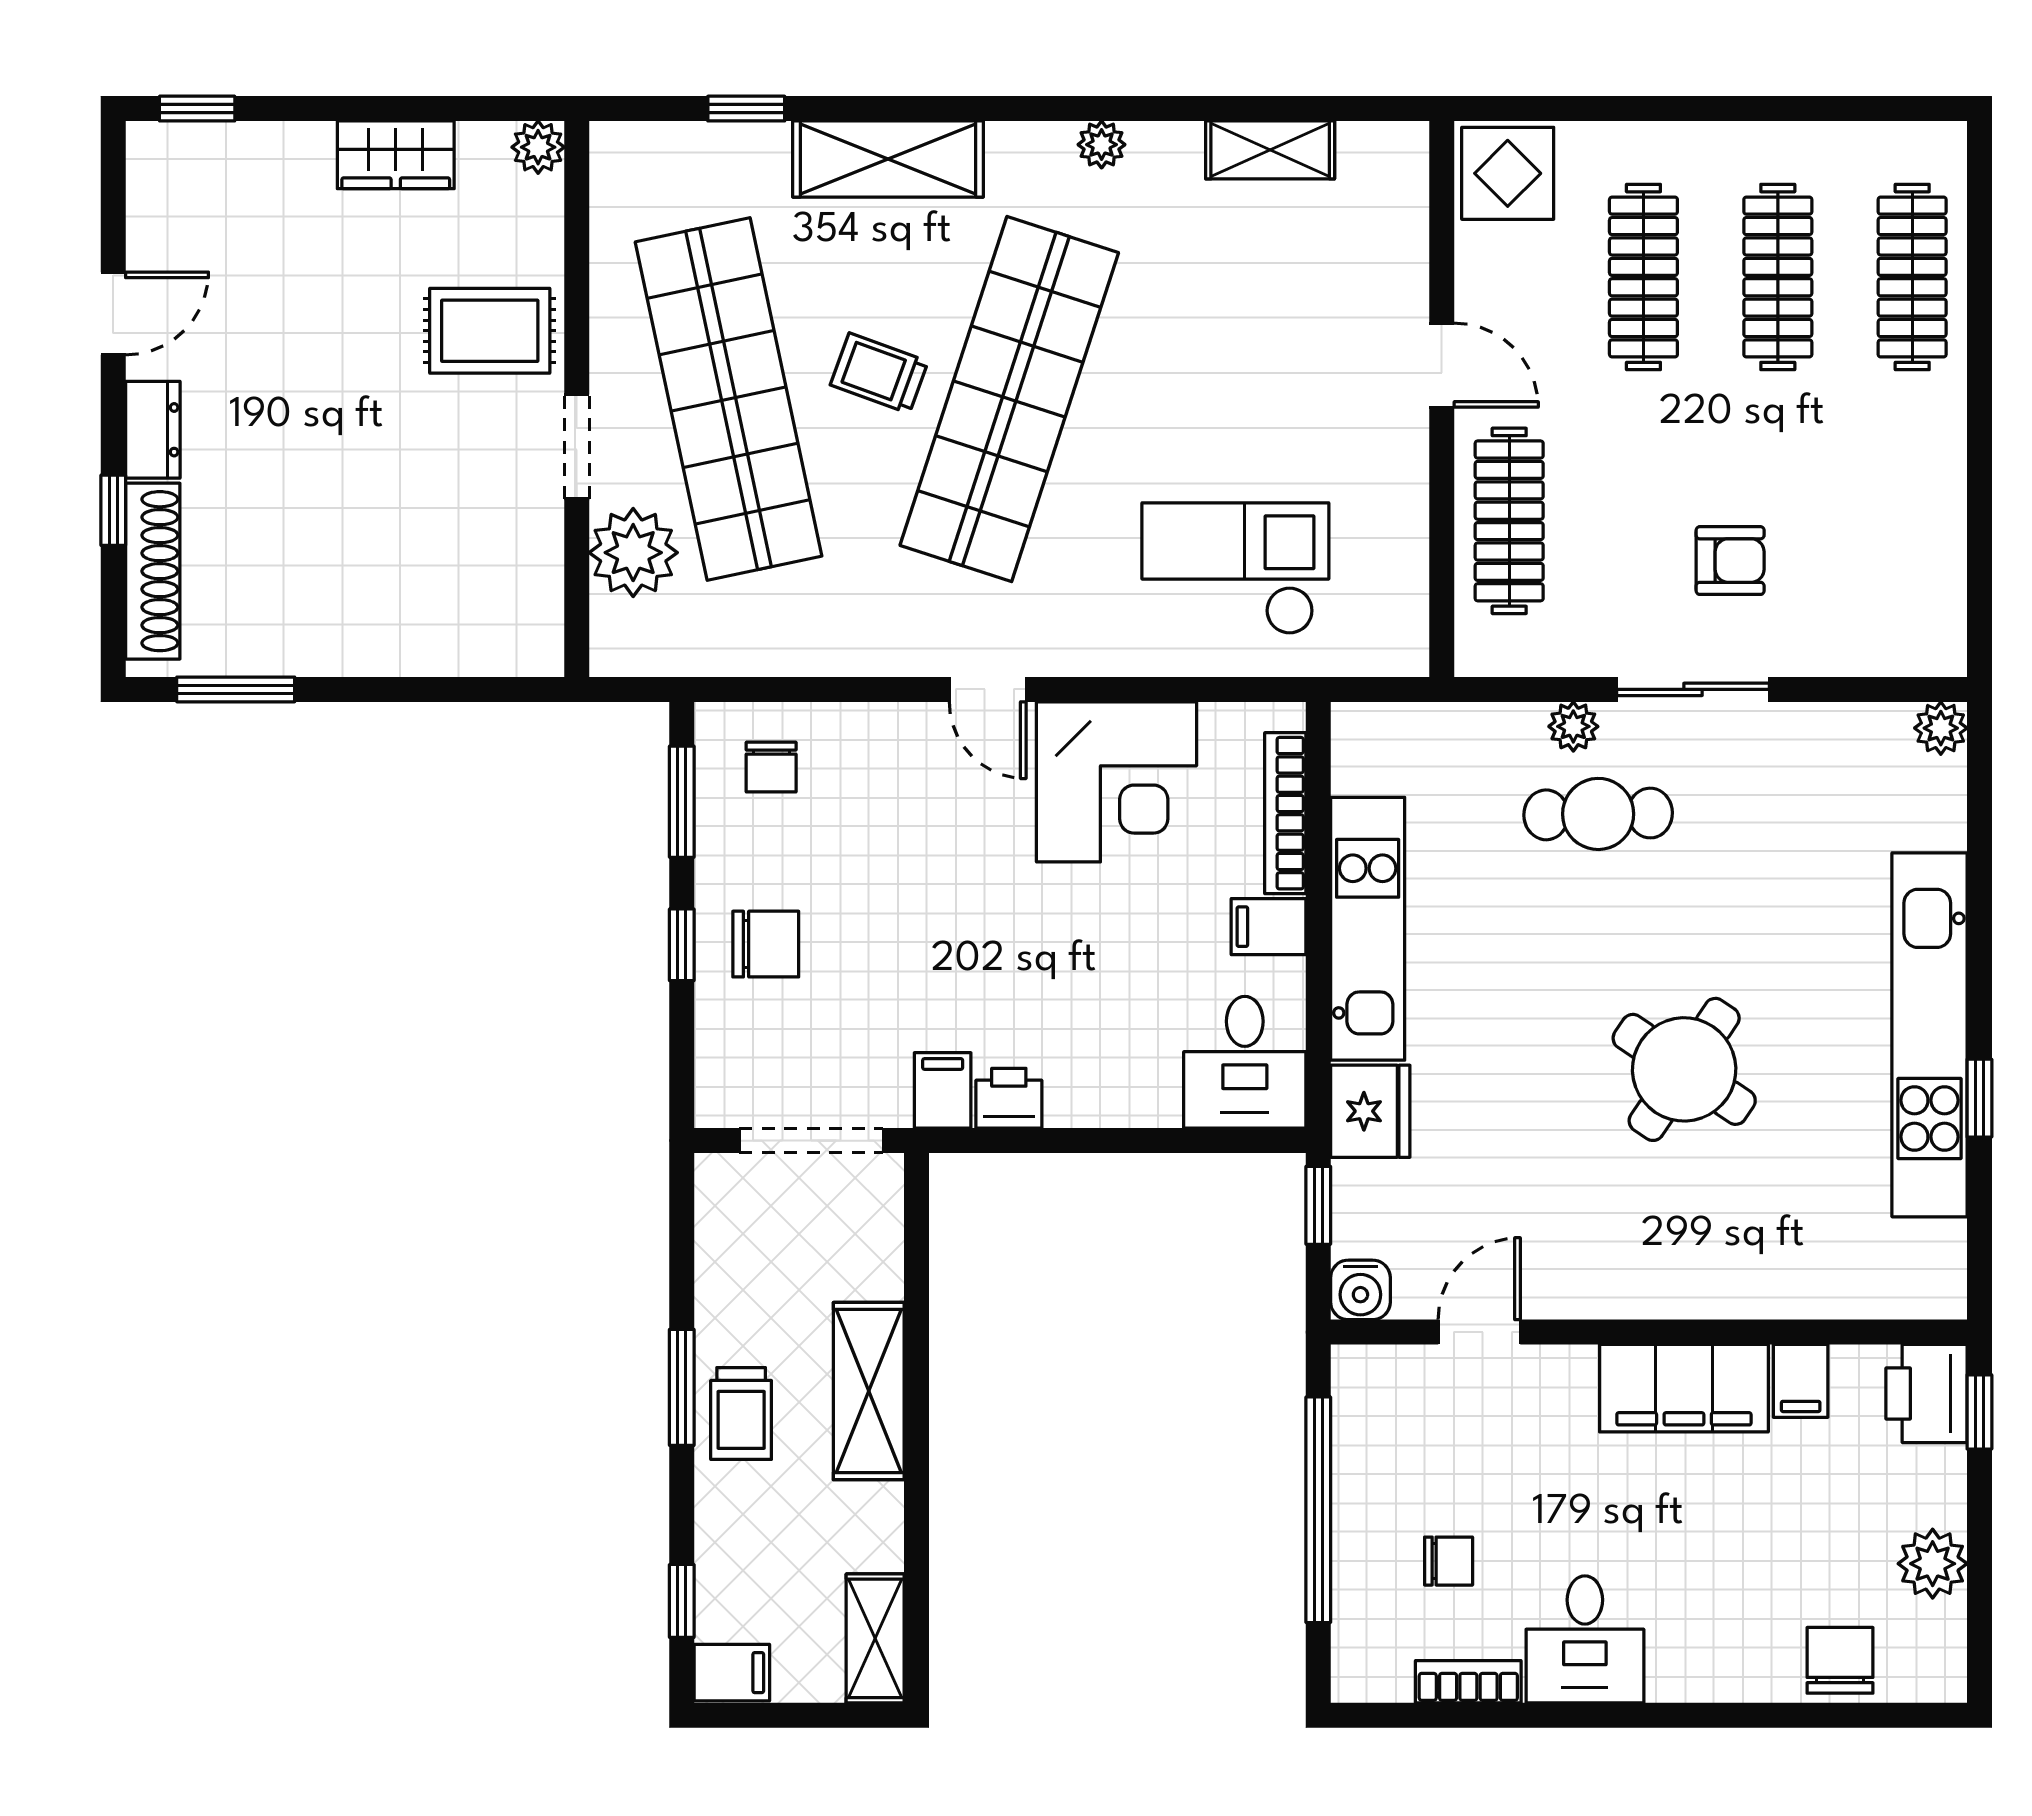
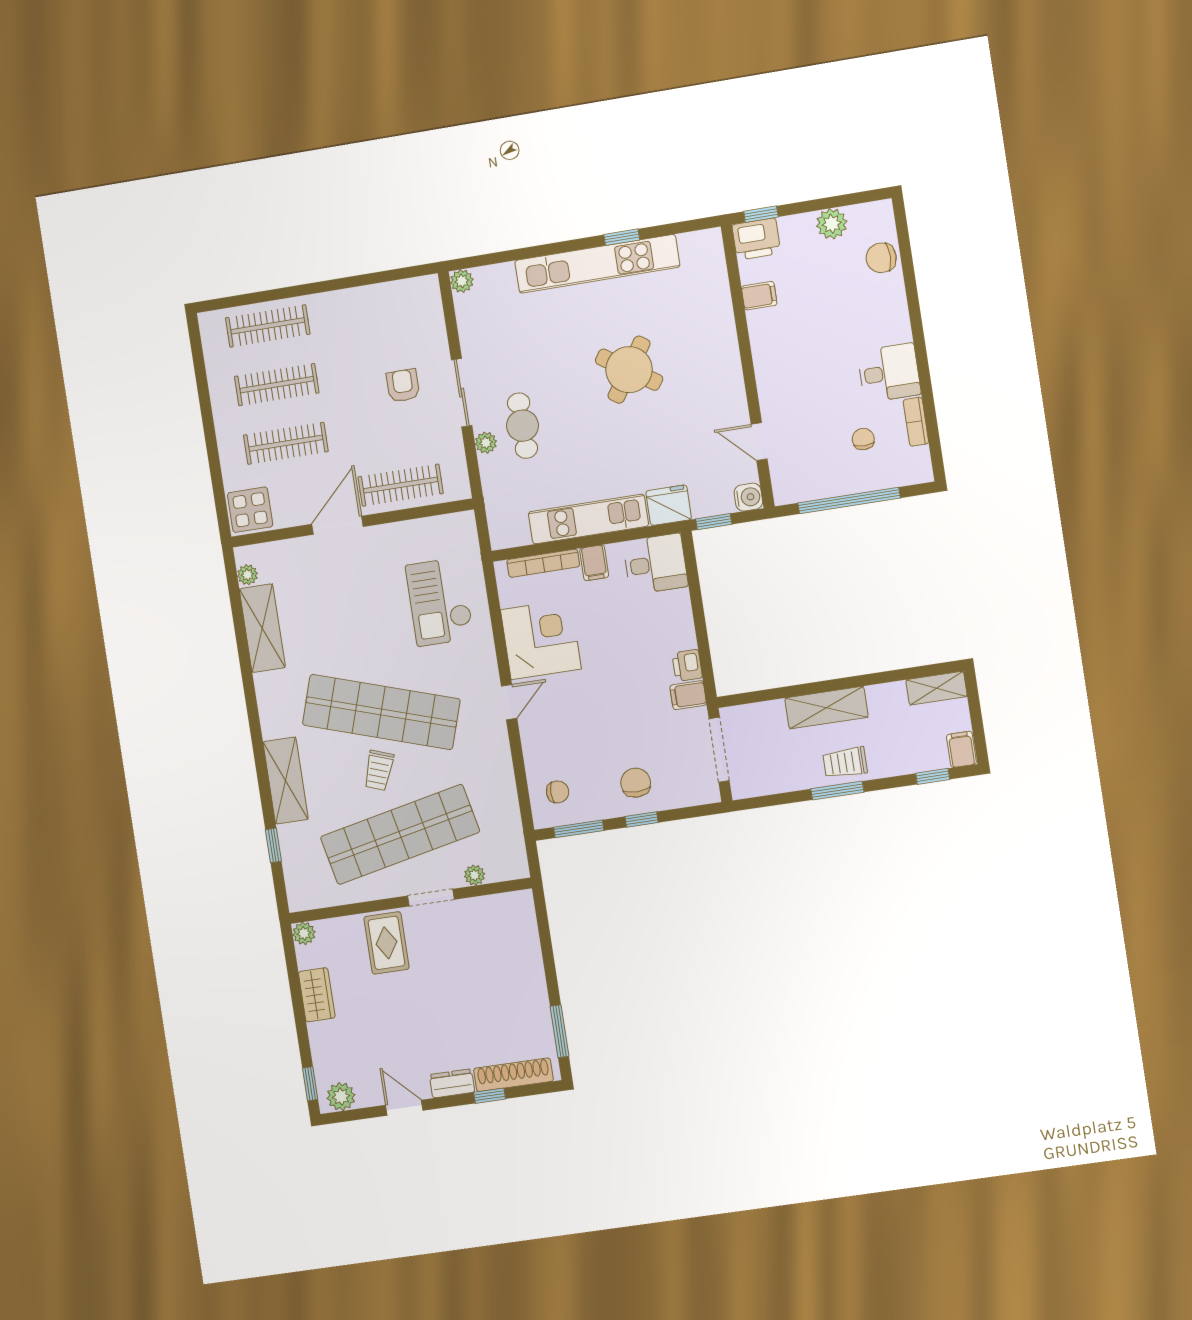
plant: (1102, 145) -> (247, 575), moved
shelving: (1270, 150) -> (262, 628), width x1.50, depth x1.33
plant: (158, 174) -> (341, 1097), added
door: (1442, 365) -> (337, 525), width x1.38
plant: (633, 553) -> (475, 875), width x0.53, depth x0.53
filing cabinet: (1684, 1388) -> (770, 347), removed
trolley: (741, 1413) -> (845, 763), turned 180

